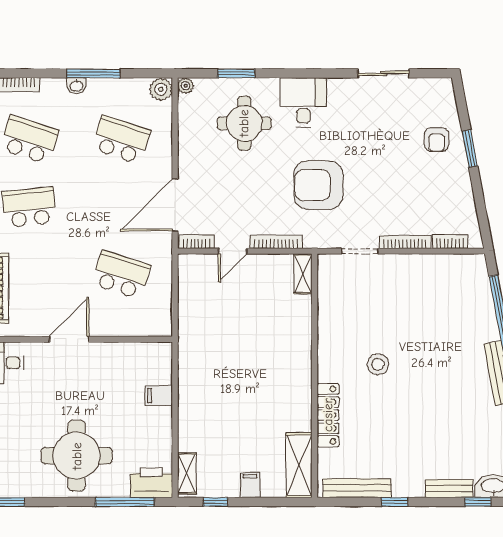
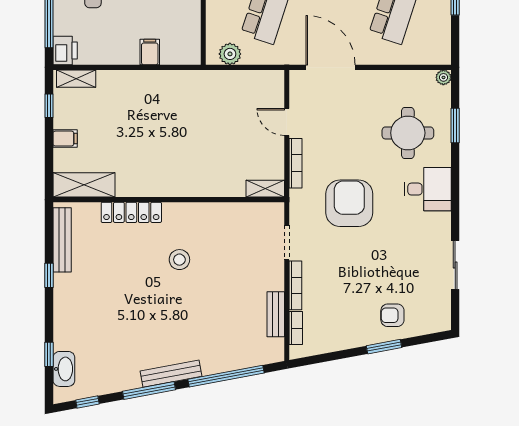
plant: (161, 89) -> (230, 54), moved
bookcase: (197, 242) -> (296, 88), removed
printer: (151, 483) -> (65, 50), width x0.73, depth x0.84
bench: (449, 489) -> (276, 314), moved

